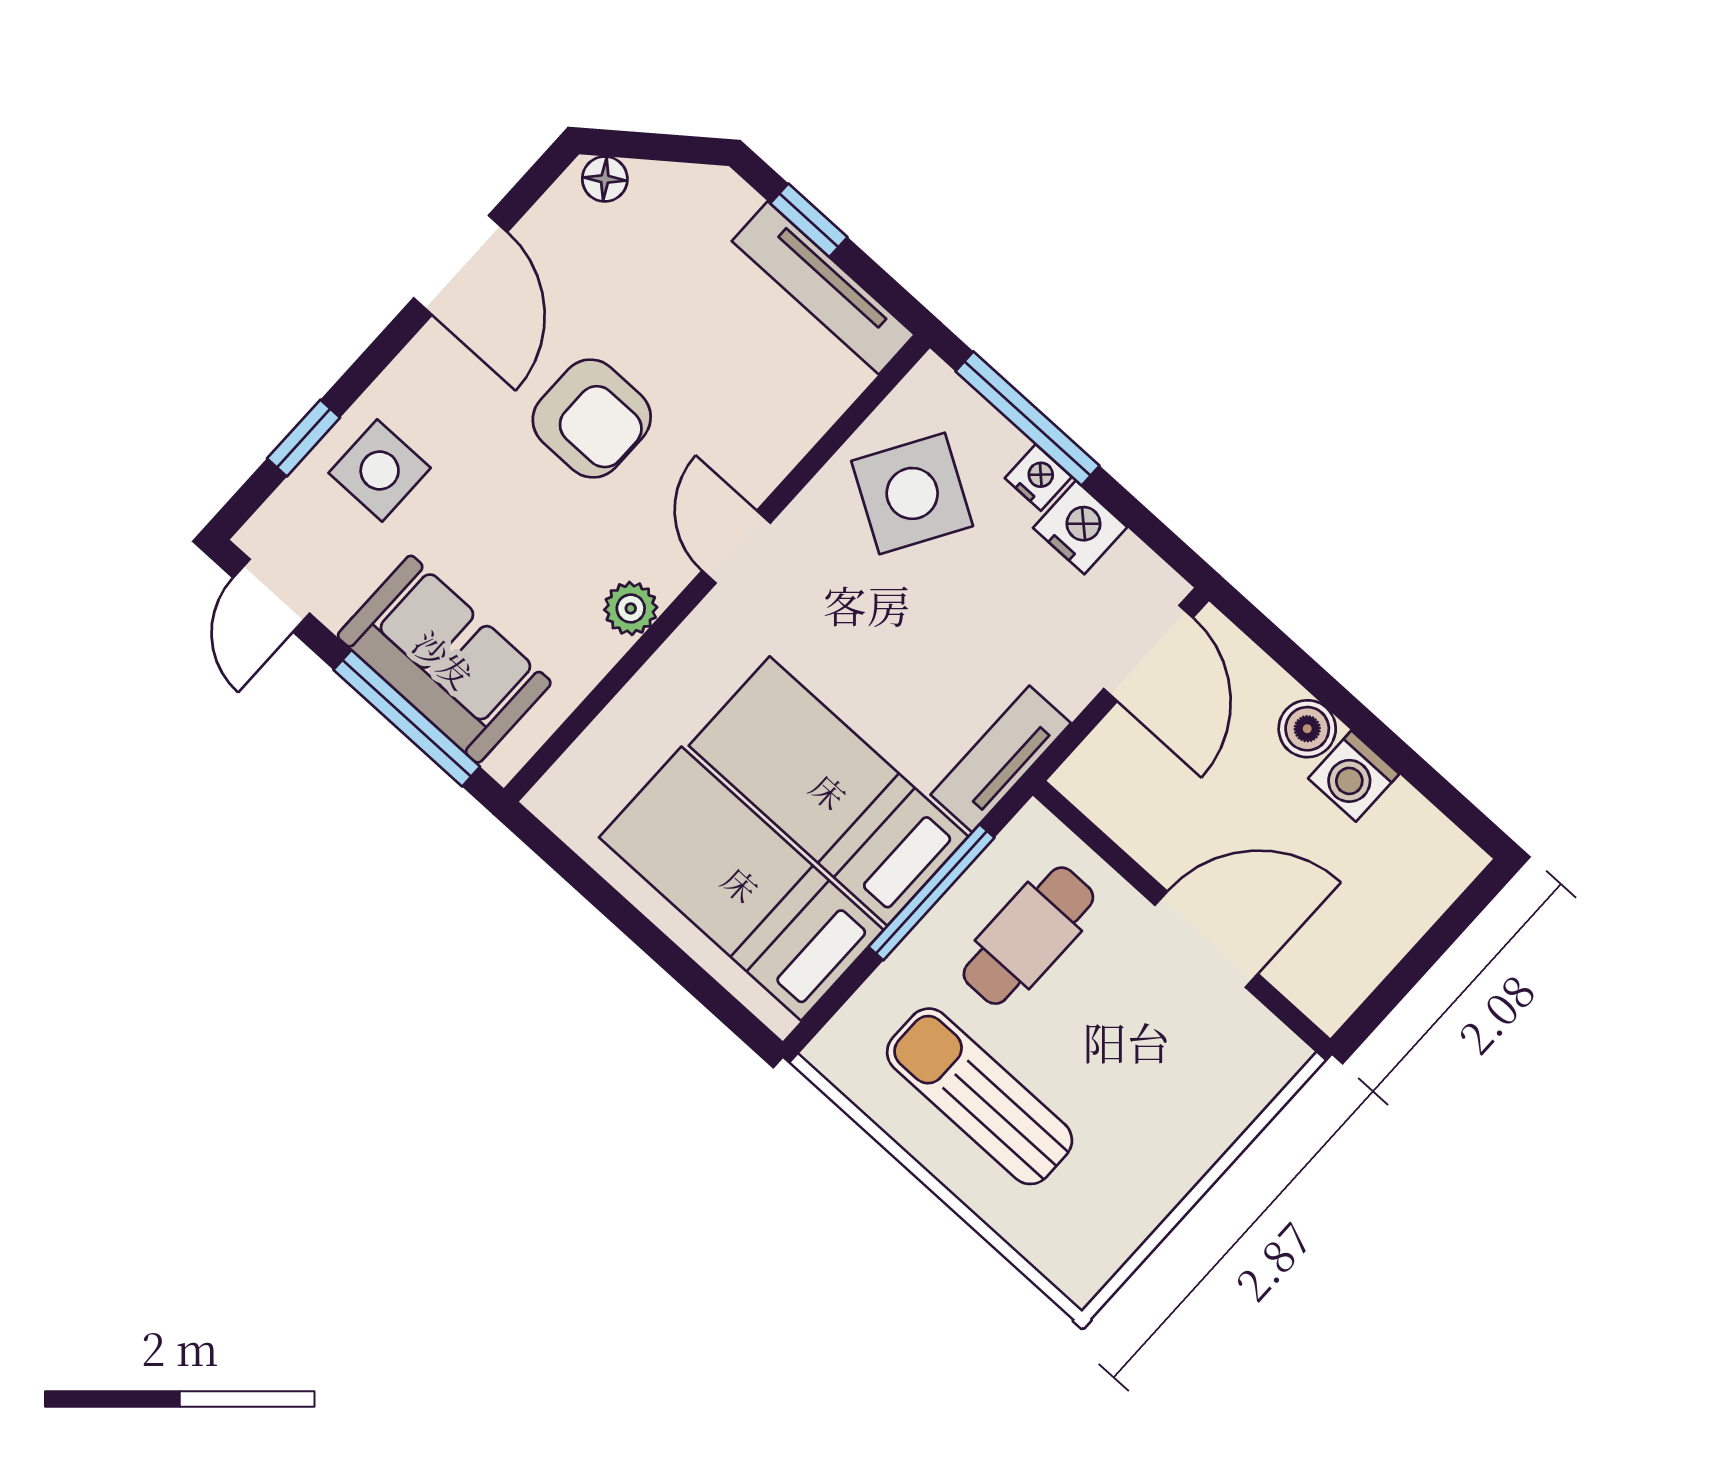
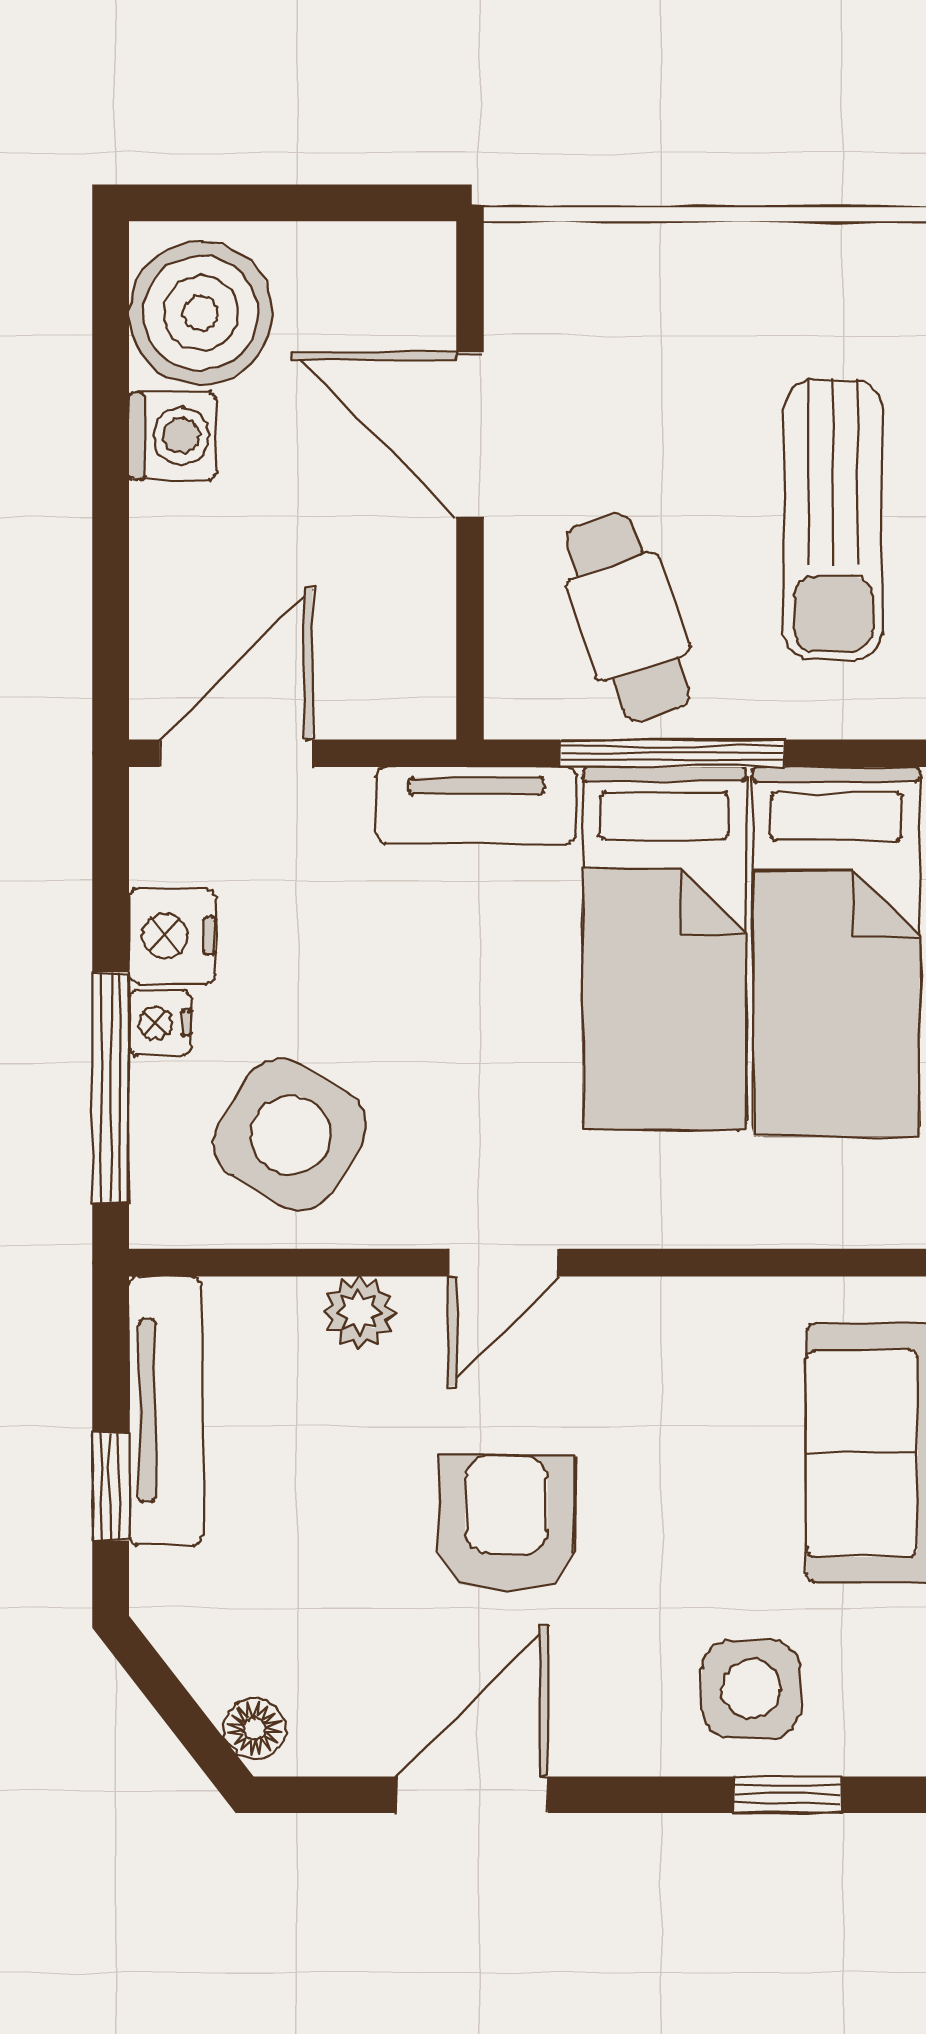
plant: (631, 608) -> (359, 1312), moved
boiler: (1307, 729) -> (201, 313), moved, width x1.86, depth x1.86
cafe table: (1028, 936) -> (628, 617), turned 71

